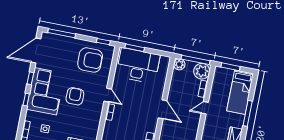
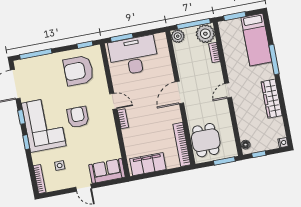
armchair: (90, 60) -> (79, 71), turned 180
door: (205, 108) -> (228, 90), moved
door: (163, 109) -> (179, 92), swing flipped

